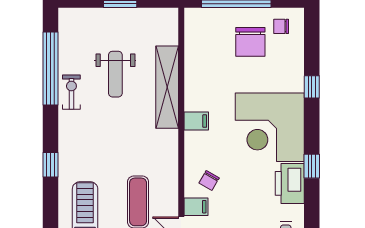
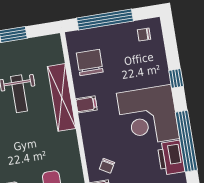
chair: (250, 42) -> (90, 63), moved, turned 180
filing cabinet: (196, 121) -> (86, 104), moved
window: (312, 166) -> (186, 141), width x3.17

